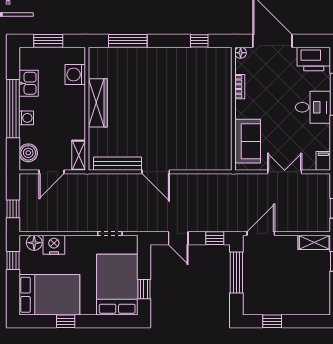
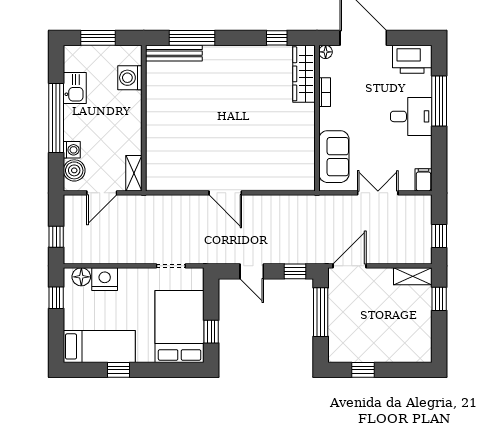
wardrobe: (98, 103) -> (304, 74), moved, turned 180
washing machine: (26, 118) -> (72, 150), moved
bench: (117, 164) -> (174, 53), moved
bed: (49, 295) -> (99, 346), width x0.67

